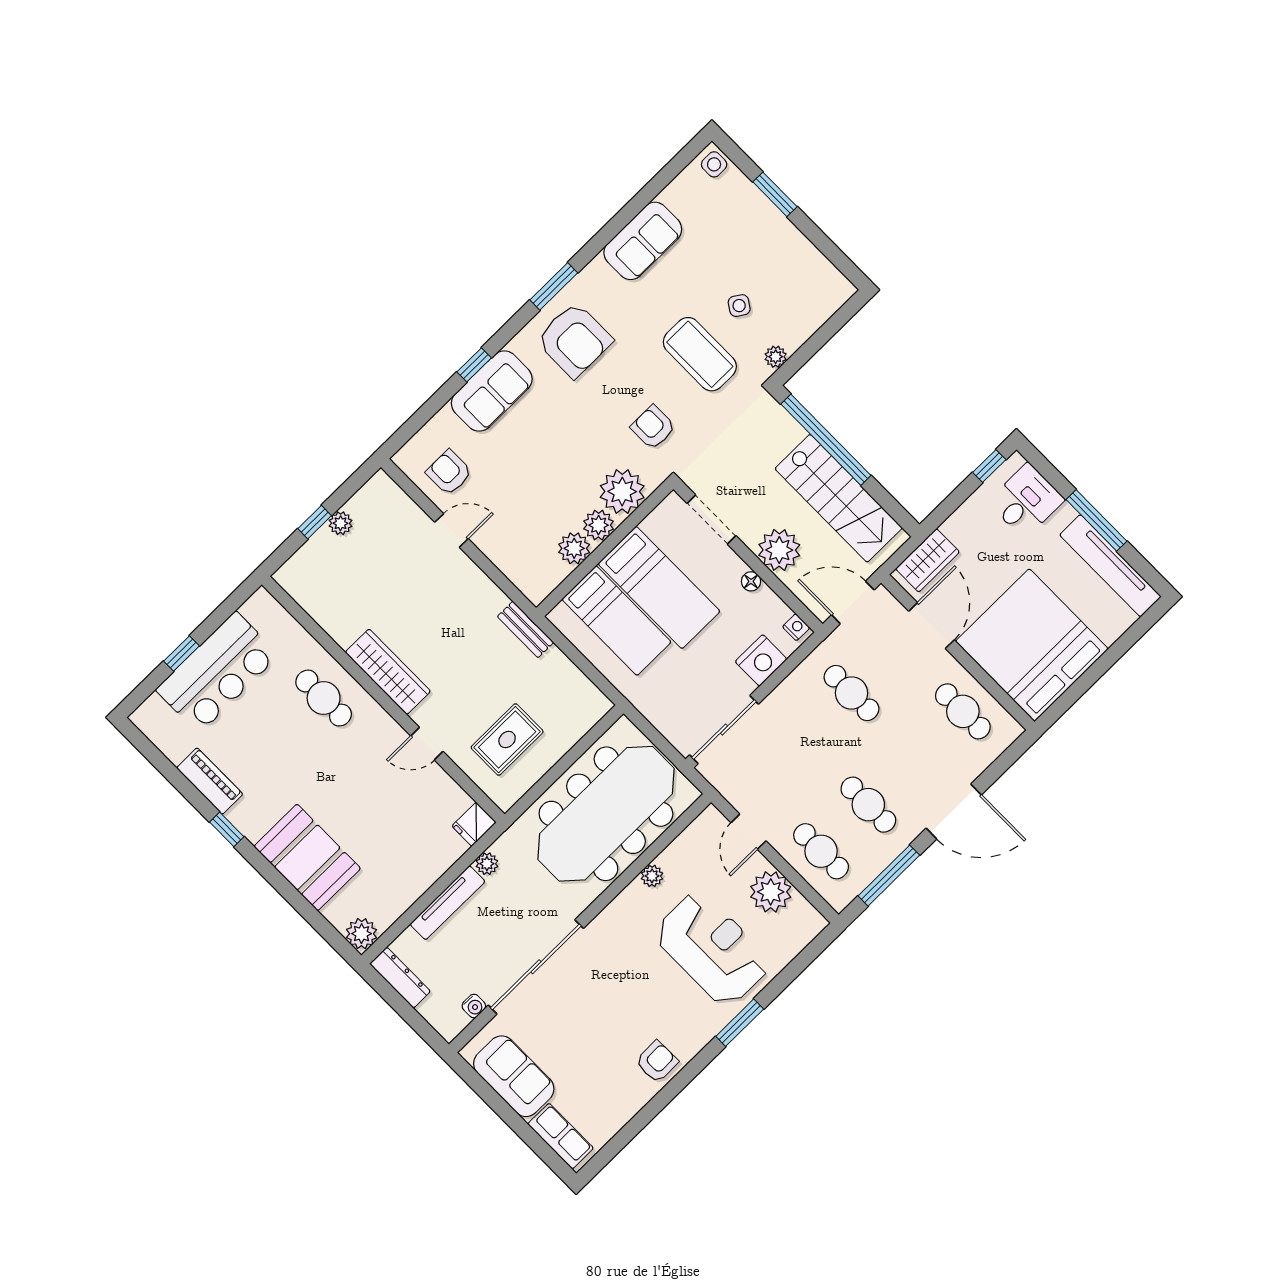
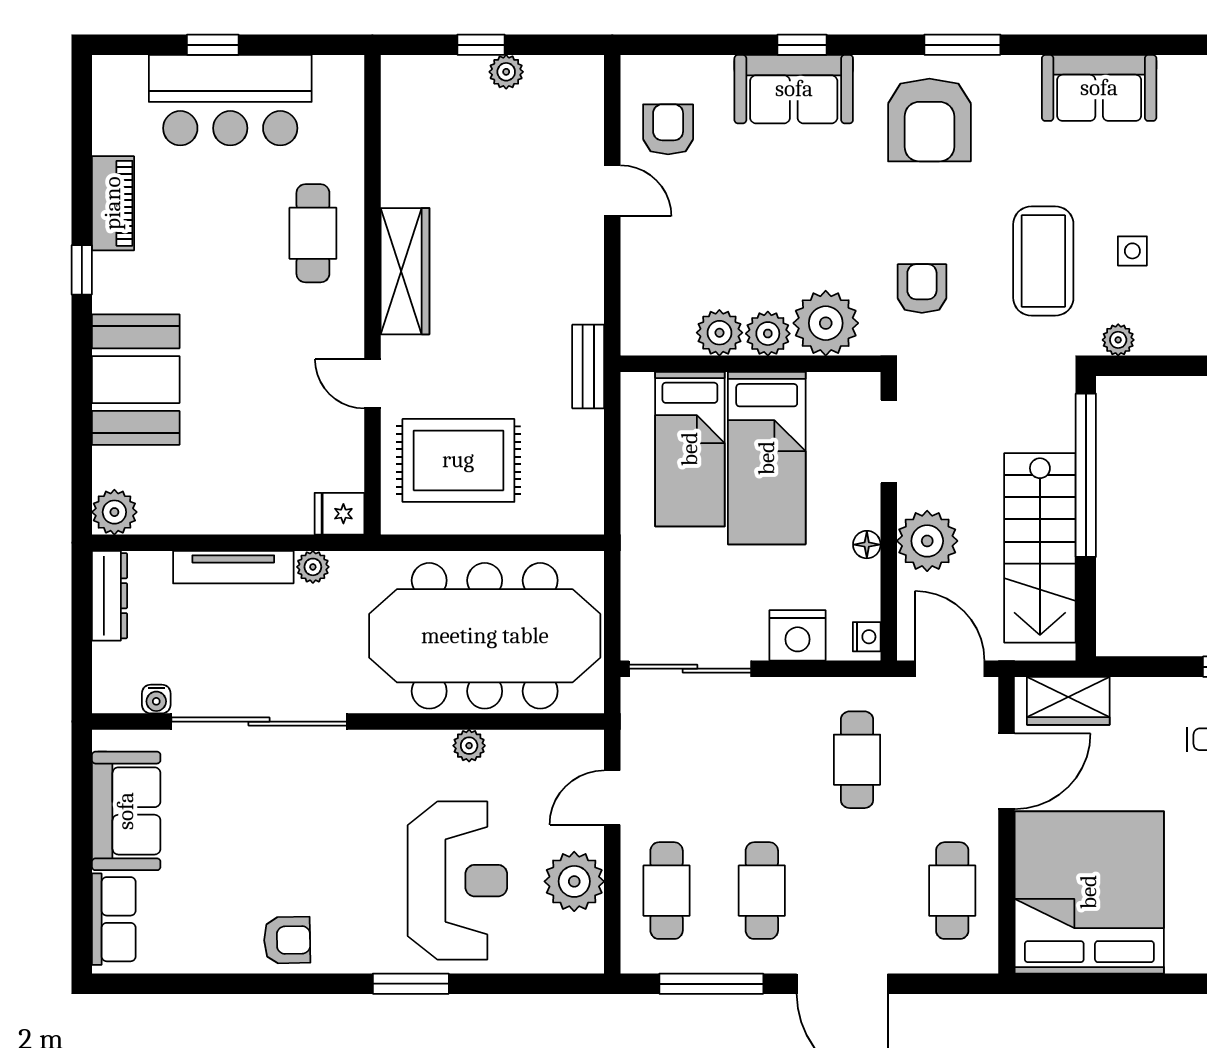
side table: (739, 306) -> (1132, 251), turned -33
rug: (507, 740) -> (458, 460), width x1.36, depth x1.43

